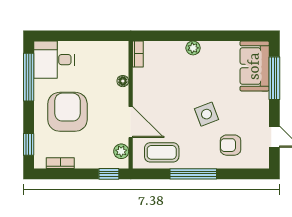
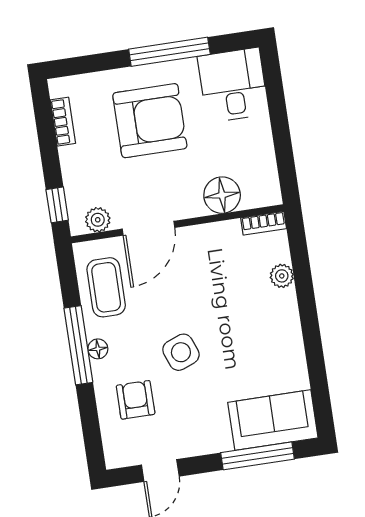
plant: (193, 48) -> (282, 276), moved
window: (29, 77) -> (169, 52), moved
floor lamp: (123, 81) -> (222, 195), width x1.89, depth x1.89
window: (29, 144) -> (86, 64), removed
floor lamp: (197, 163) -> (98, 349), added

